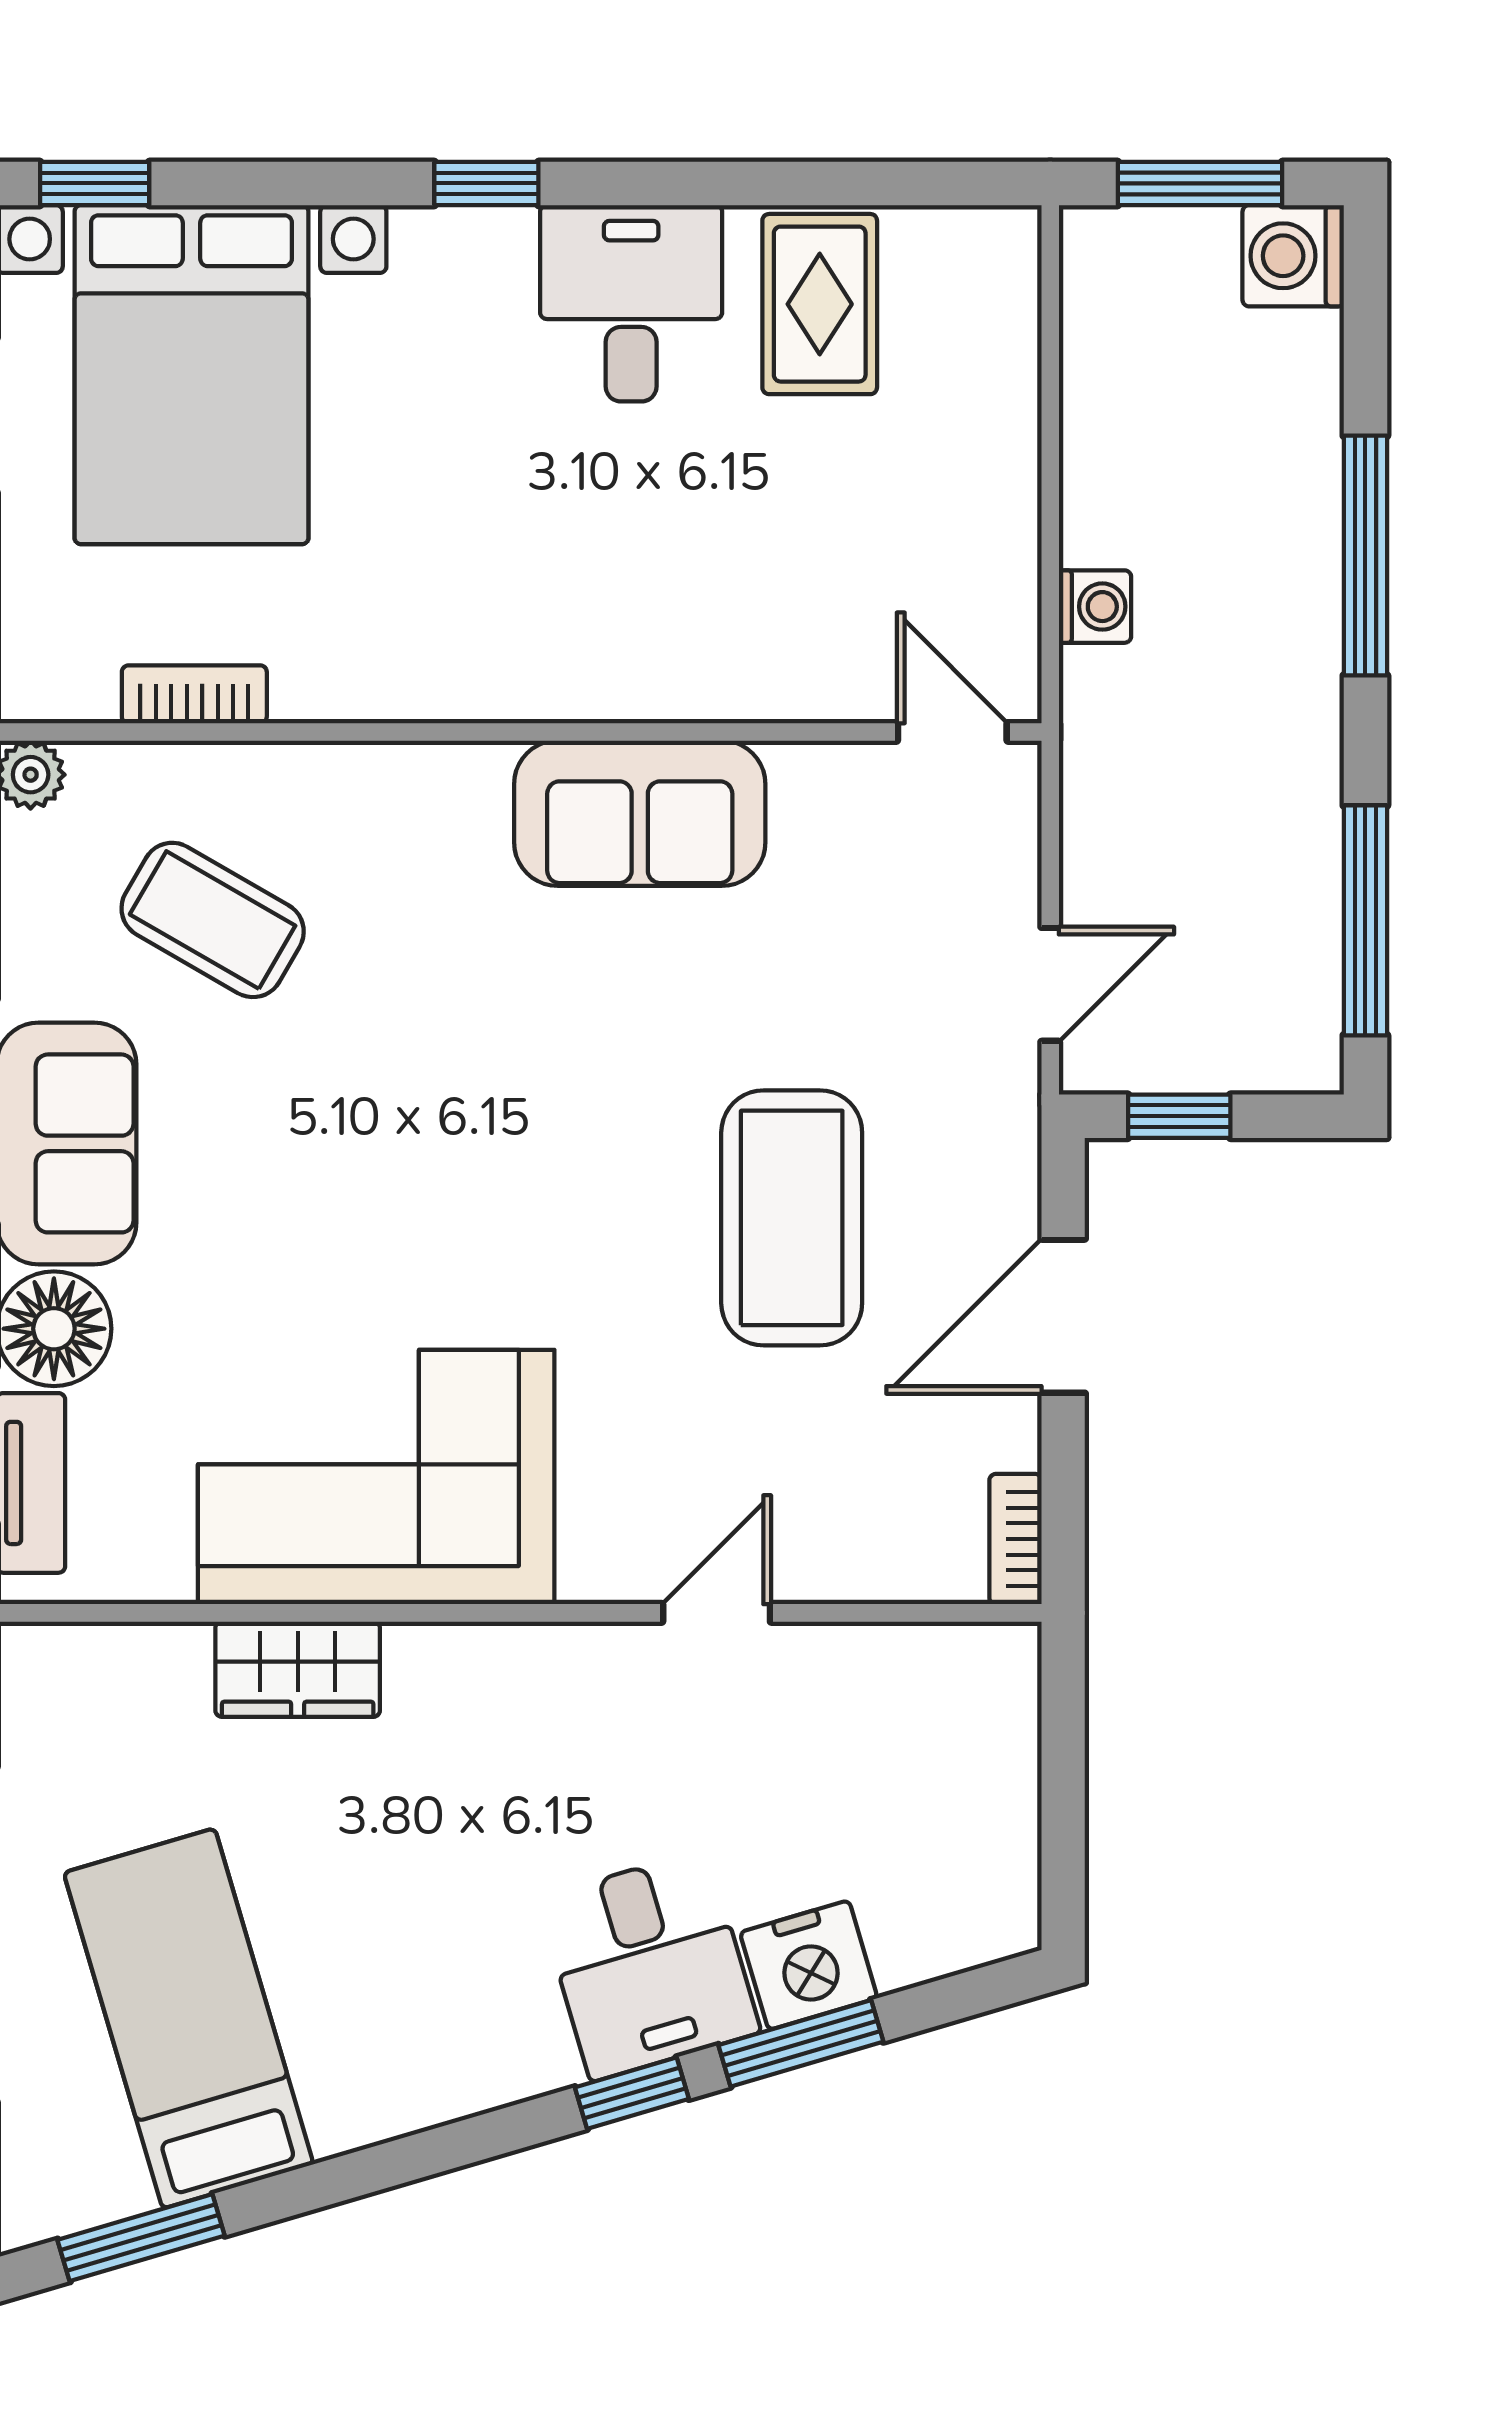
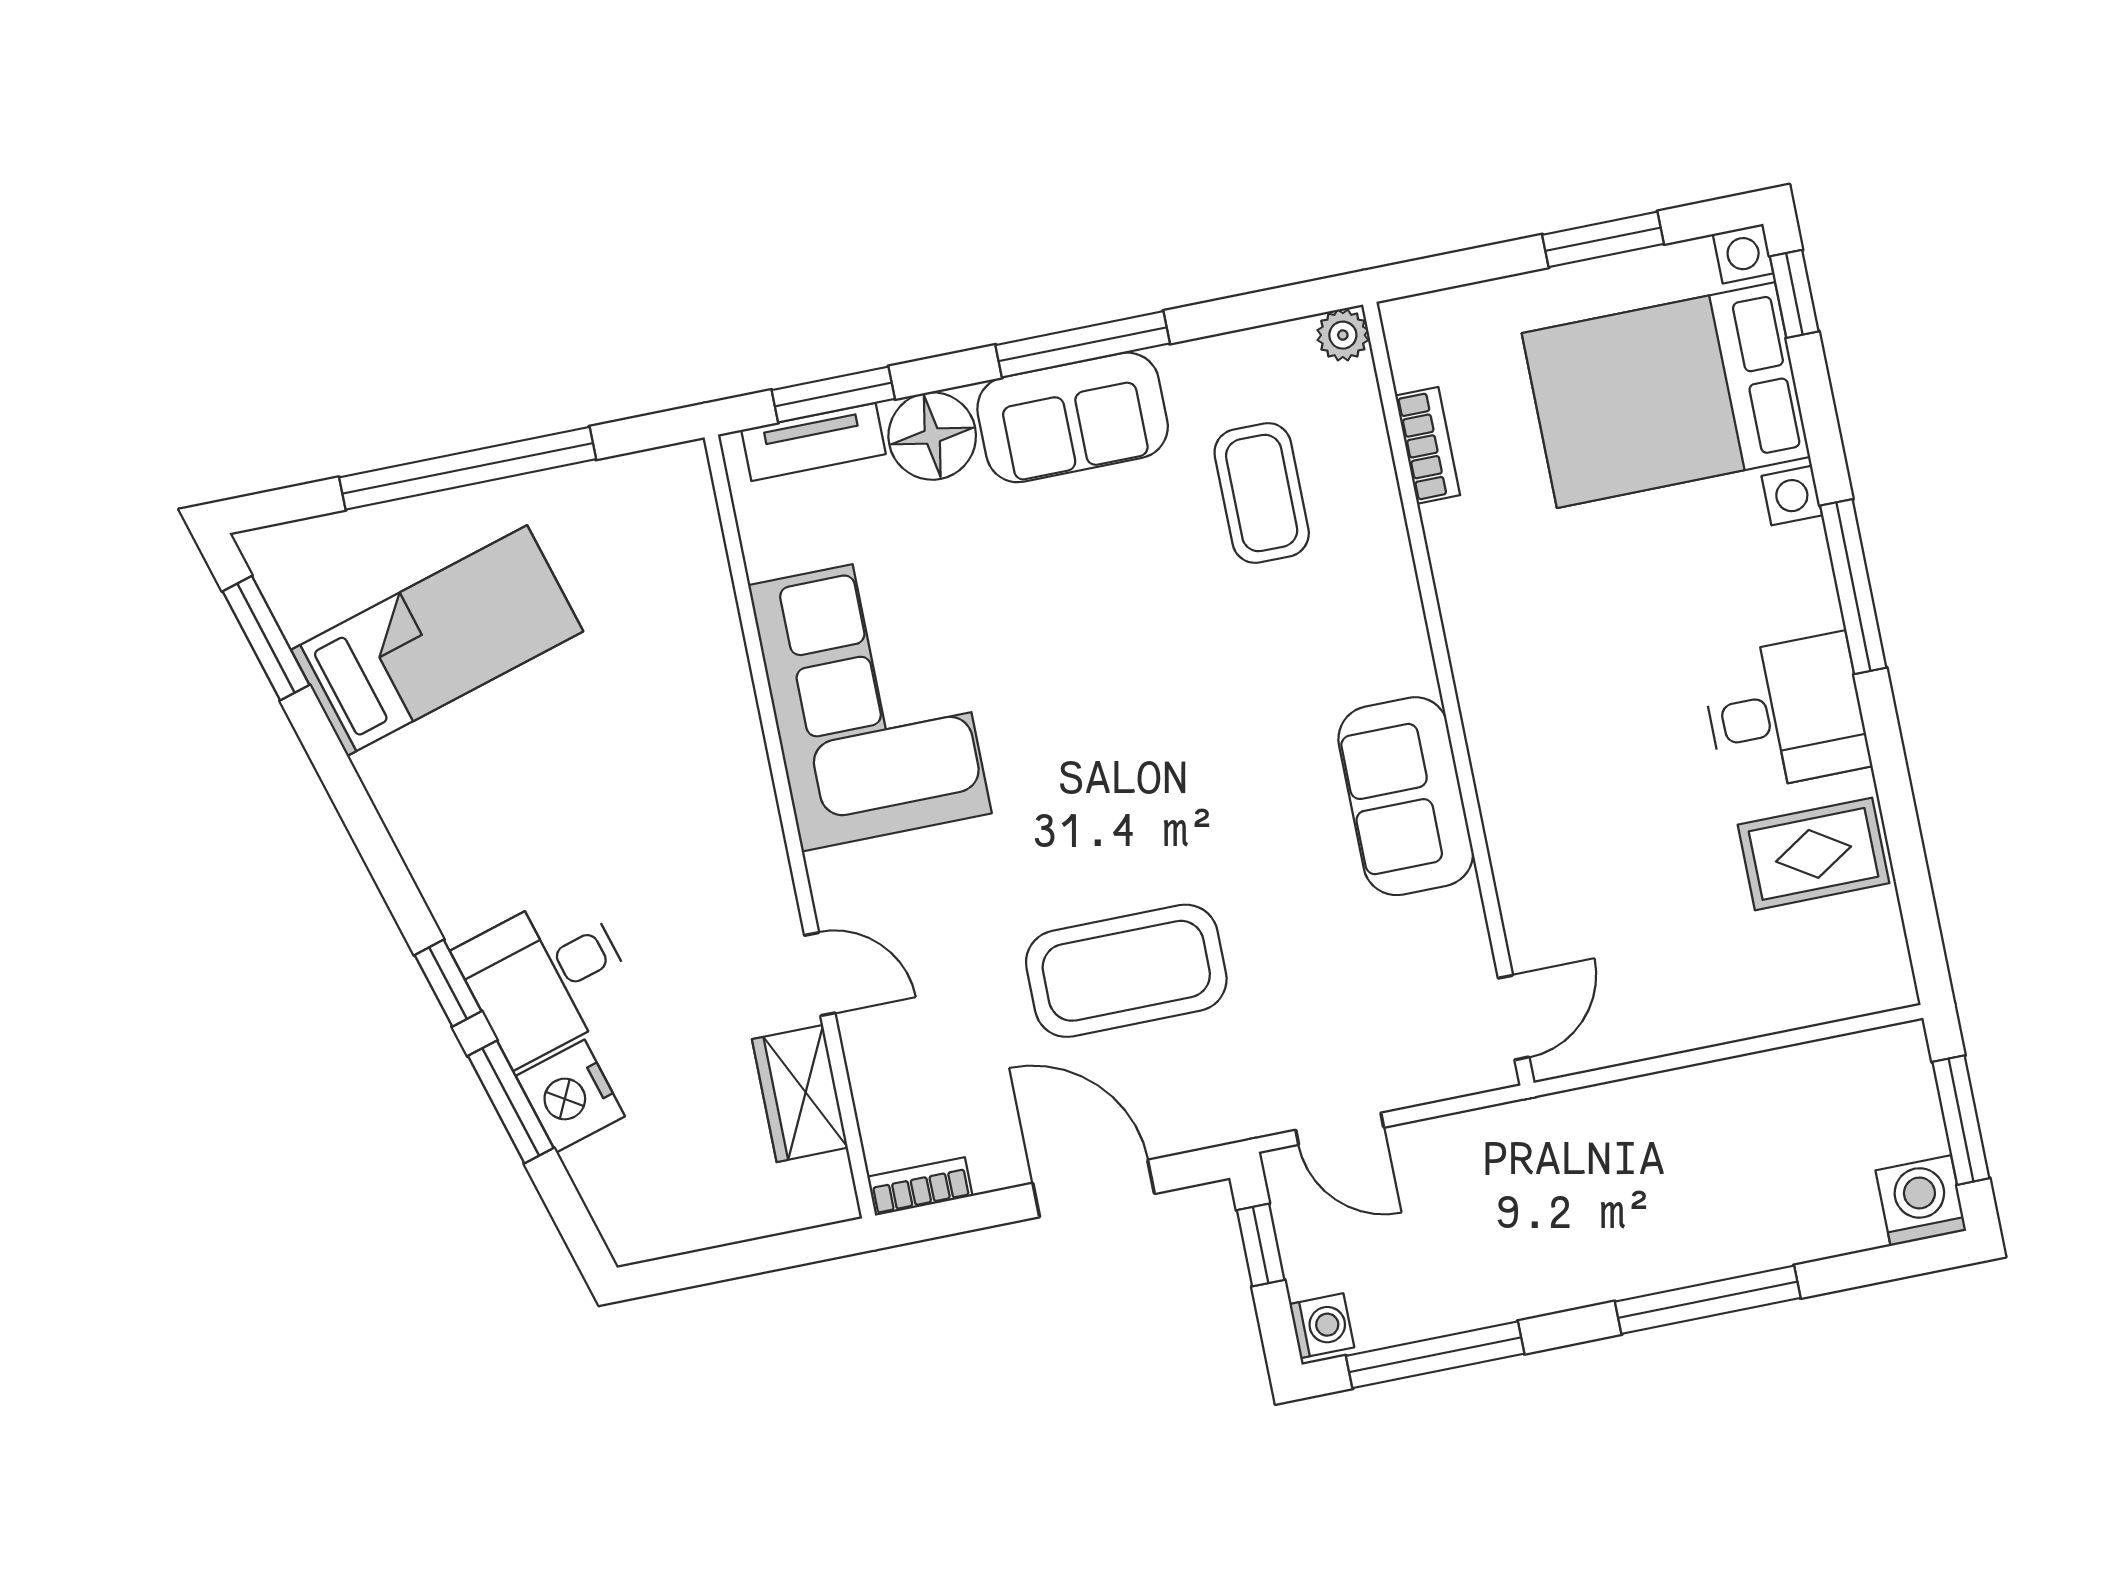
window: (486, 183) -> (1853, 587), width x2.17
washing machine: (1095, 607) -> (1322, 1326), moved, turned -90
coffee table: (213, 920) -> (1262, 493), turned -30
wardrobe: (298, 1669) -> (800, 1093), moved

